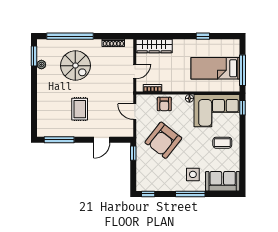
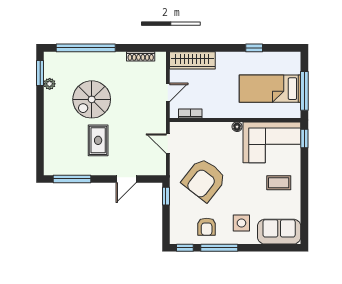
spiral stairs: (75, 66) -> (92, 99), moved, turned 90
armchair: (164, 104) -> (207, 227), moved
window: (190, 194) -> (219, 248), moved

